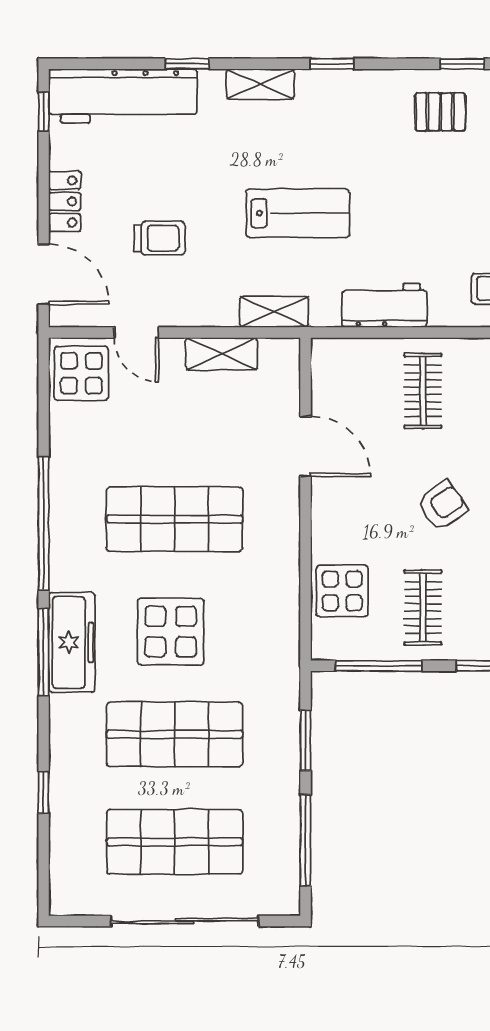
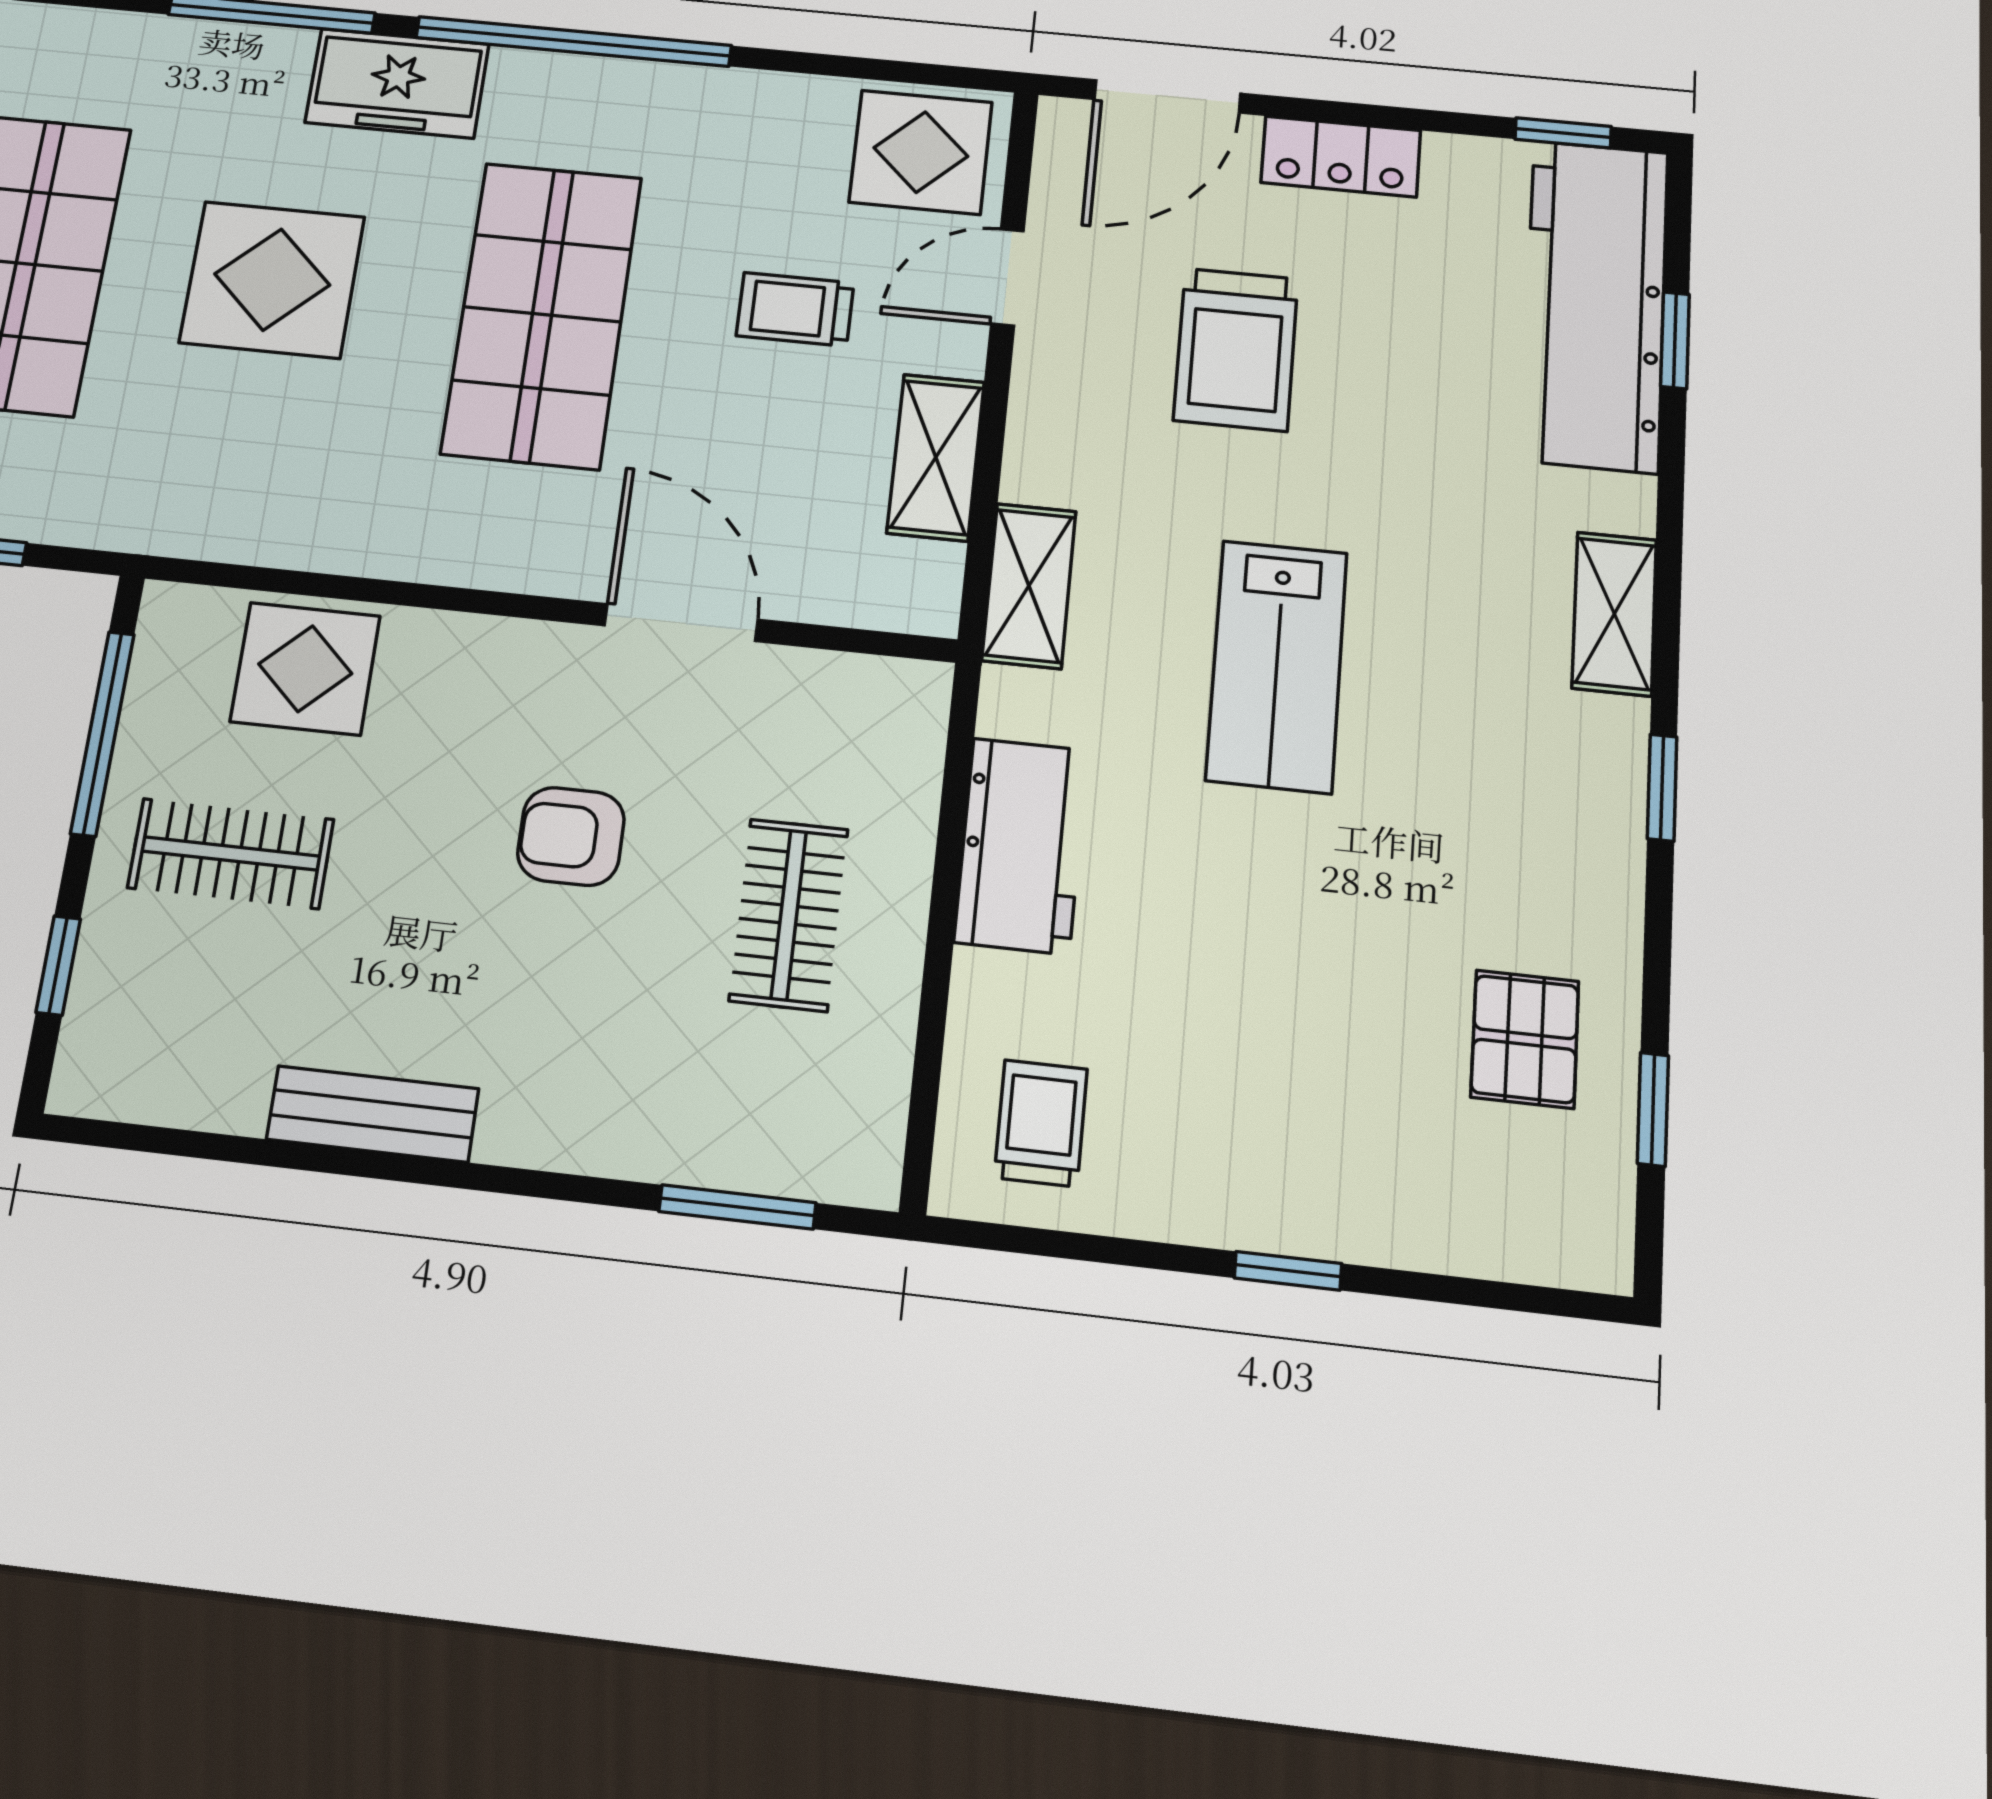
window: (188, 64) -> (1675, 340), moved
trolley: (159, 238) -> (1236, 349), width x1.36, depth x1.39
clothes rail: (423, 391) -> (789, 915), turned 90
trolley: (161, 417) -> (795, 309), added
door: (306, 446) -> (681, 623), swing flipped
armchair: (442, 505) -> (571, 836), moved, turned 125
freezer: (72, 642) -> (397, 83), moved, width x0.71

